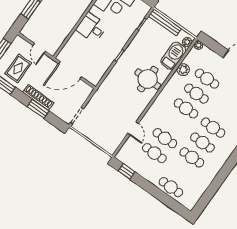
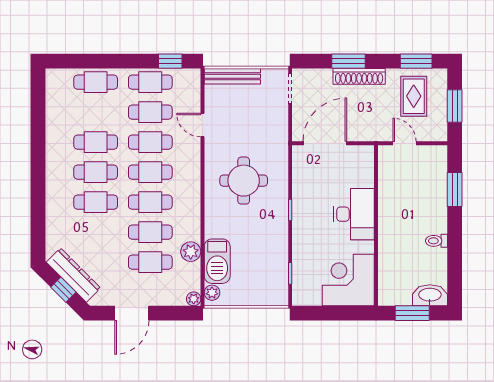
bench: (165, 22) -> (232, 76), moved
desk: (92, 28) -> (354, 214), width x1.37
door: (70, 70) -> (325, 143), moved
round table: (148, 79) -> (244, 181), moved
cafe table: (175, 123) -> (150, 172), added
cafe table: (144, 168) -> (150, 82), added

